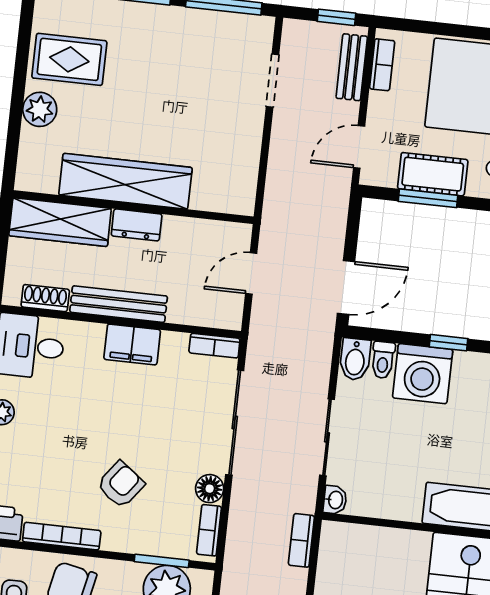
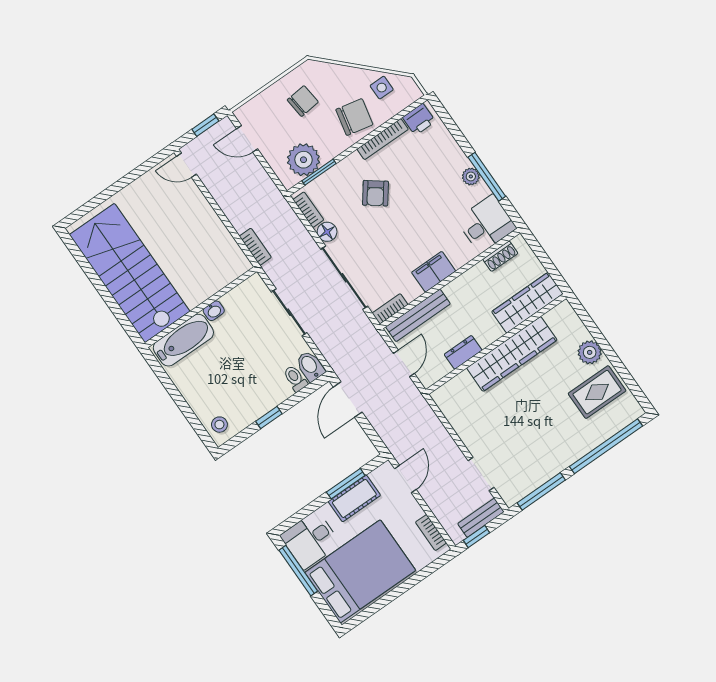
bench: (352, 67) -> (481, 518), moved, turned 90
dresser: (137, 225) -> (463, 352), moved
bench: (119, 304) -> (418, 315), moved
washing machine: (423, 374) -> (268, 389), removed
washbasin: (335, 500) -> (214, 311), moved, turned -90

